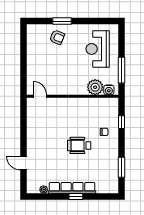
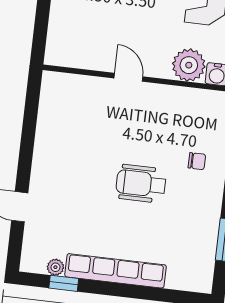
door: (40, 96) -> (128, 77), moved
window: (76, 197) -> (64, 283), moved

